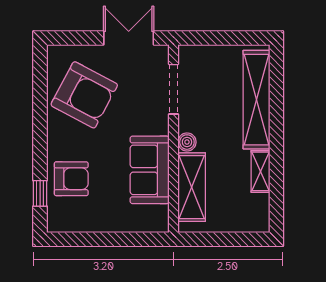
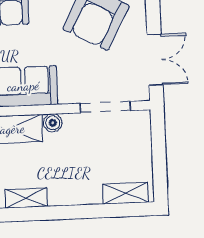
shelving: (256, 100) -> (125, 193), width x0.45, depth x0.75

